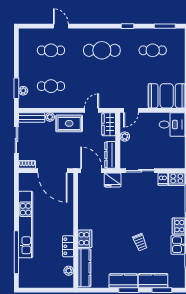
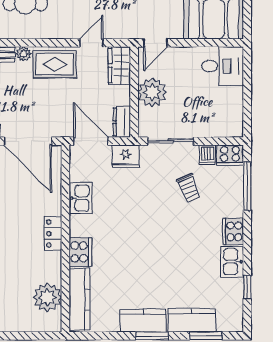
plant: (125, 137) -> (152, 92), width x1.88, depth x1.88
dresser: (110, 155) -> (122, 122), width x0.70
kitchen sink: (85, 206) -> (80, 198), added
trolley: (140, 242) -> (189, 188), moved
locker: (68, 246) -> (53, 234), moved
plant: (69, 271) -> (47, 297), width x1.87, depth x1.87

